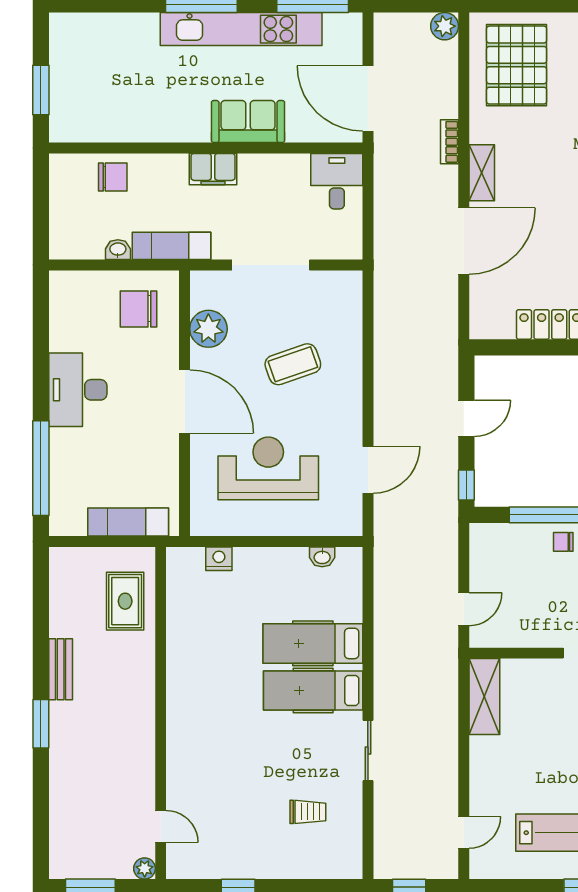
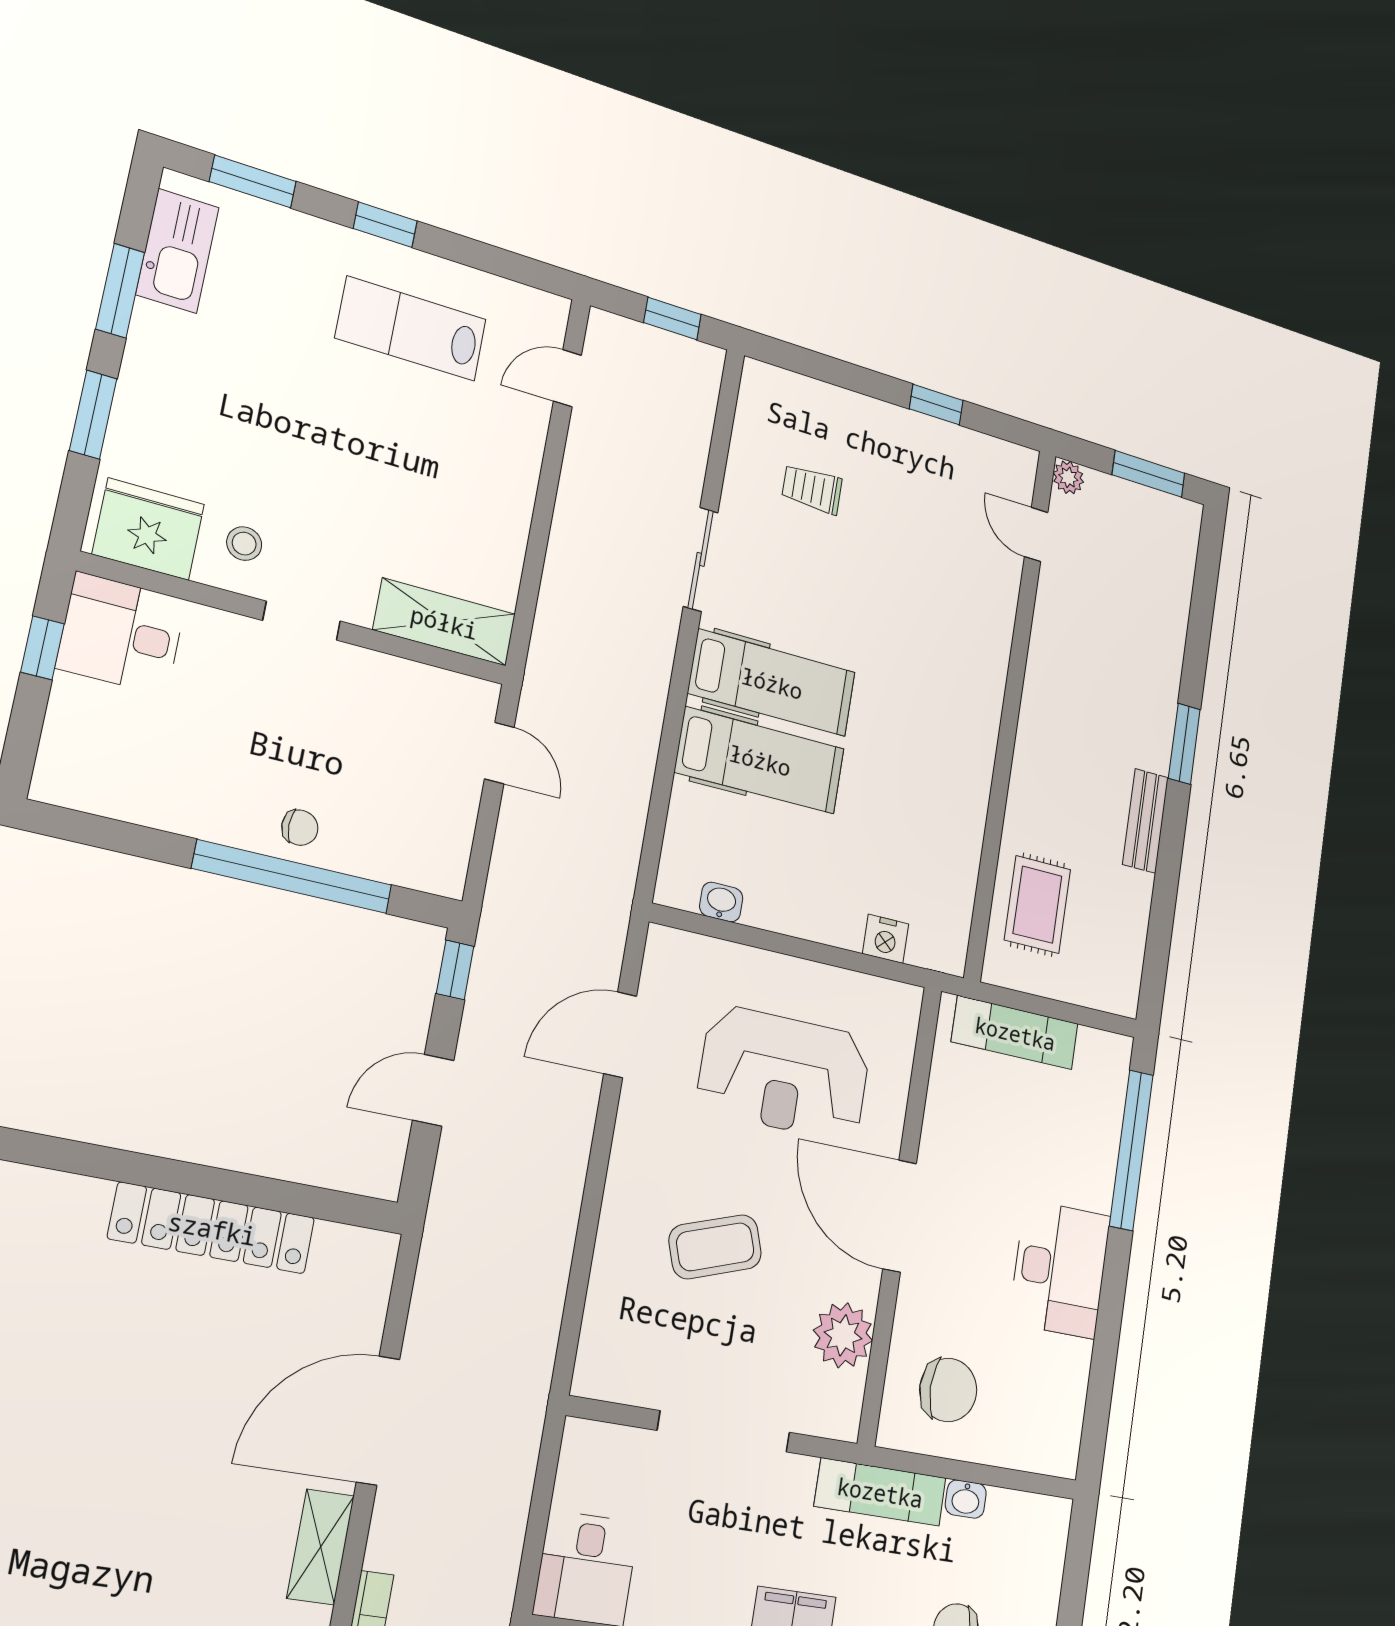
door: (464, 609) -> (499, 753), swing flipped
shelving: (484, 697) -> (444, 622), moved, turned 90

